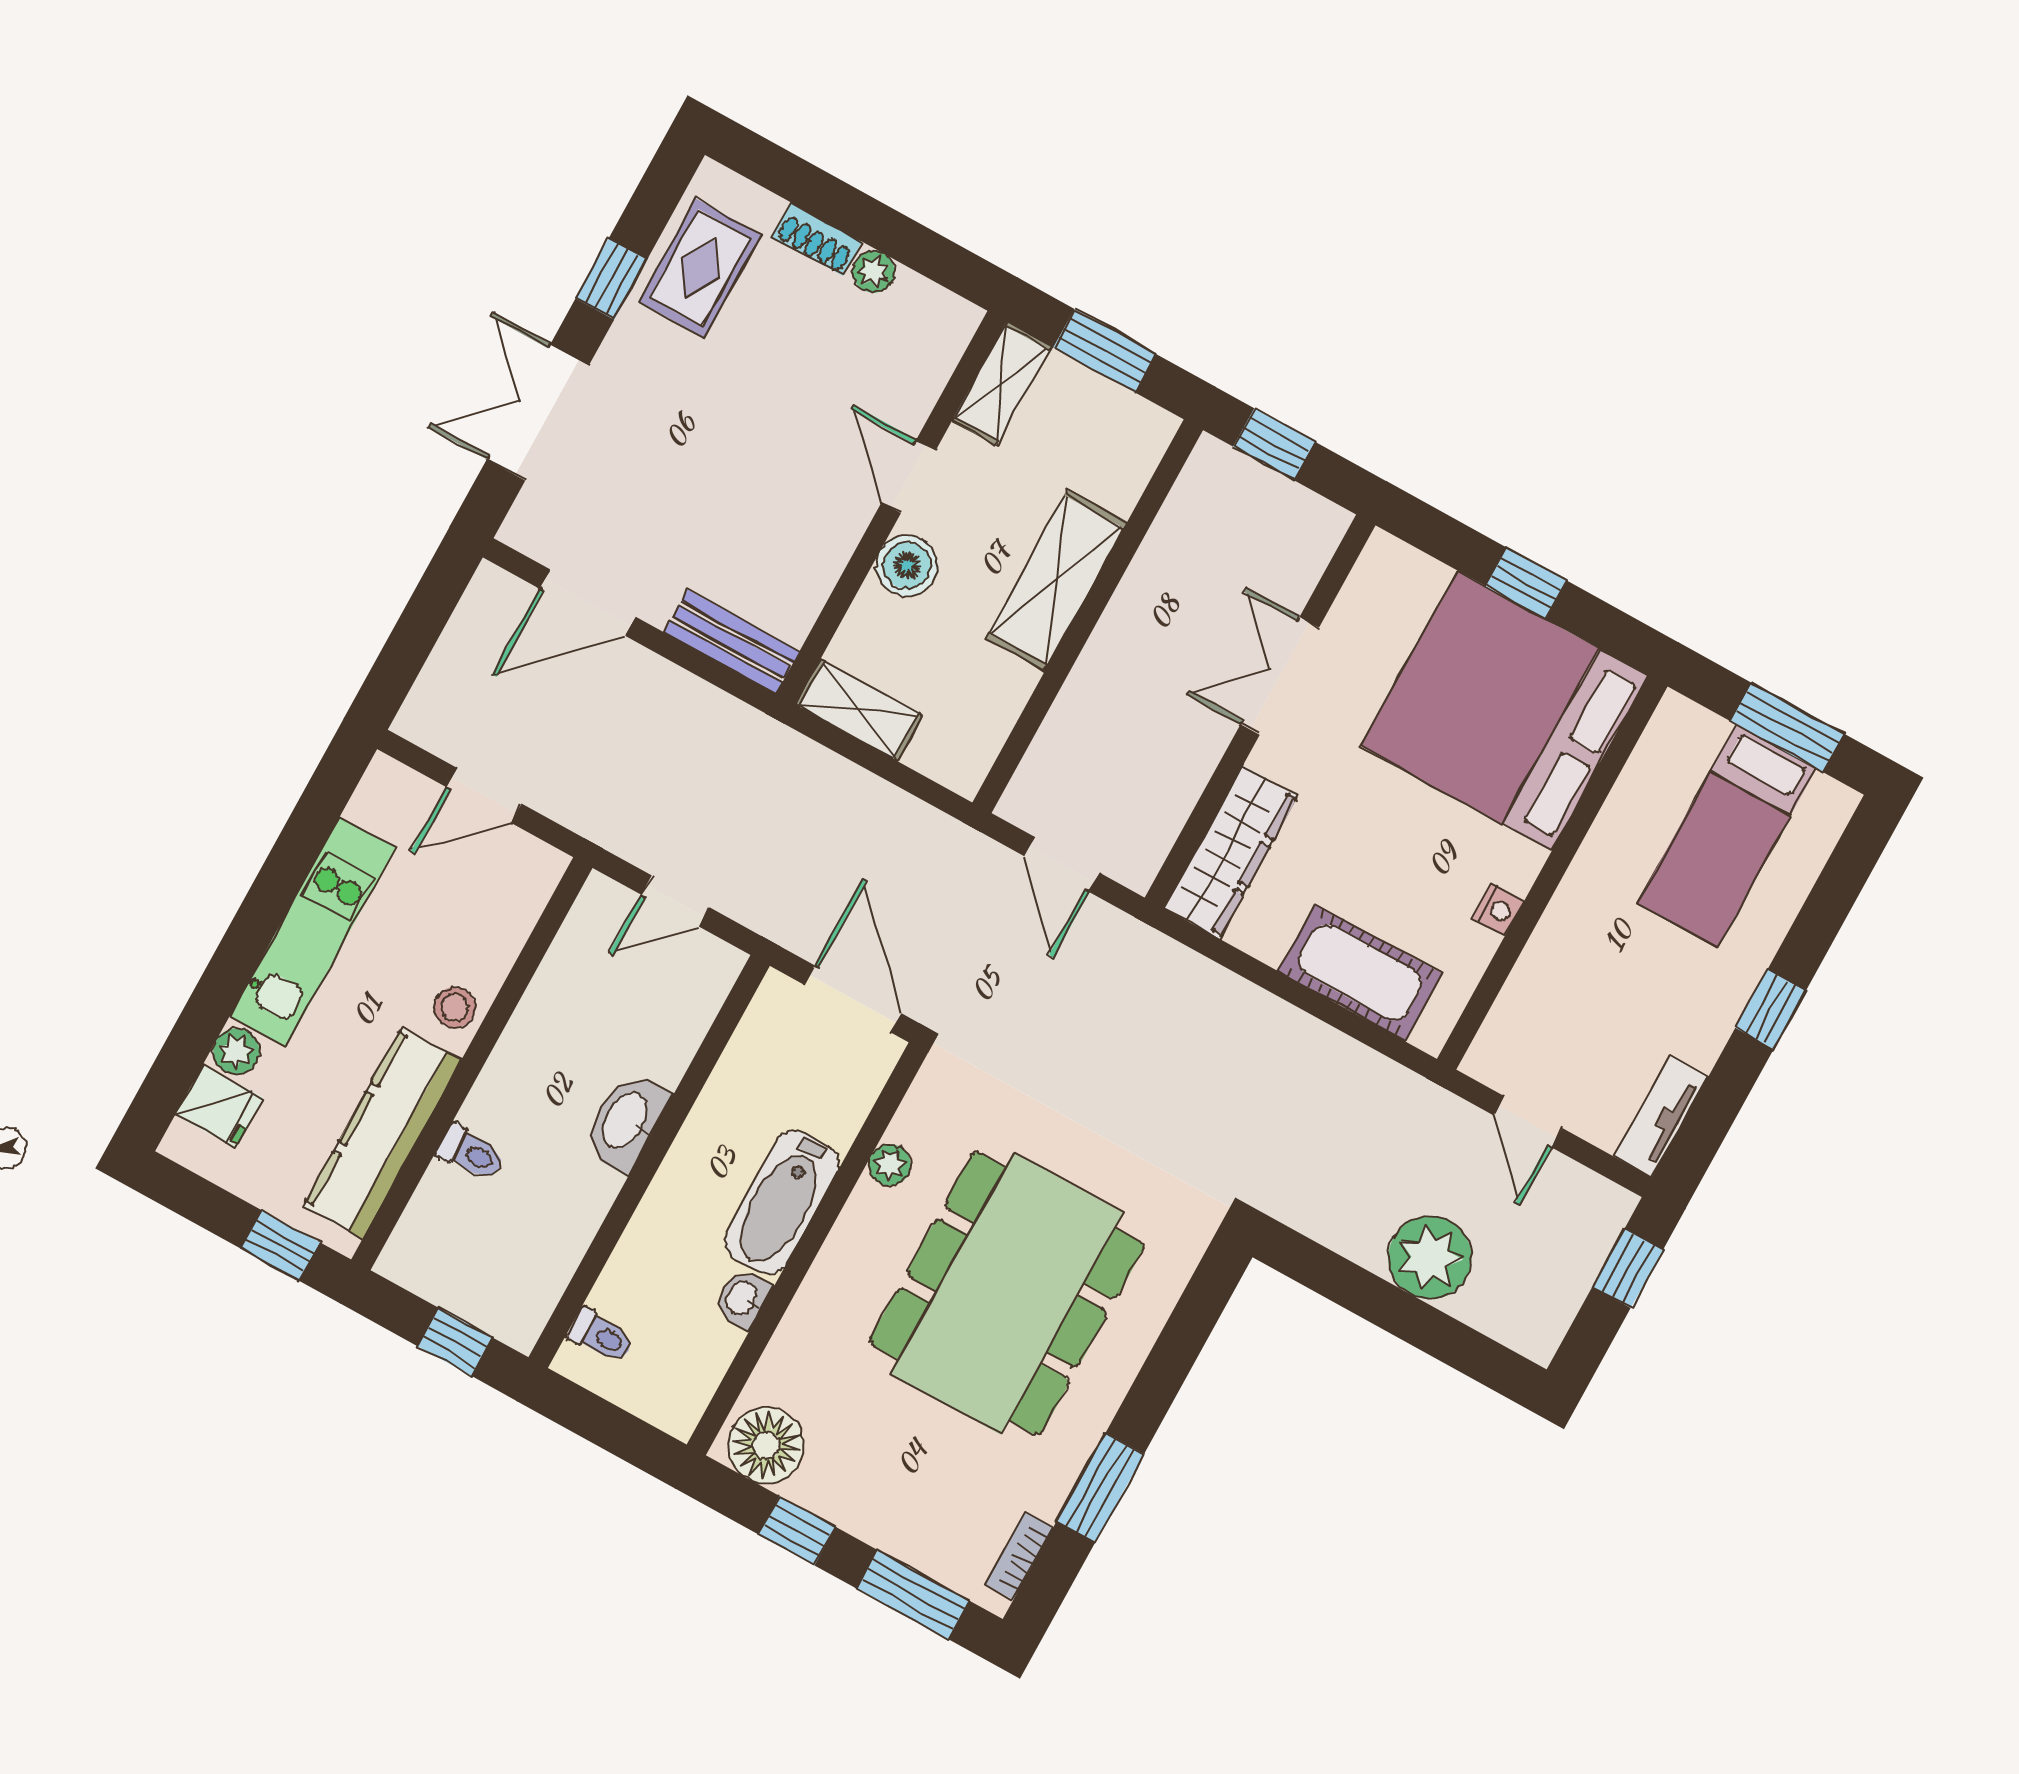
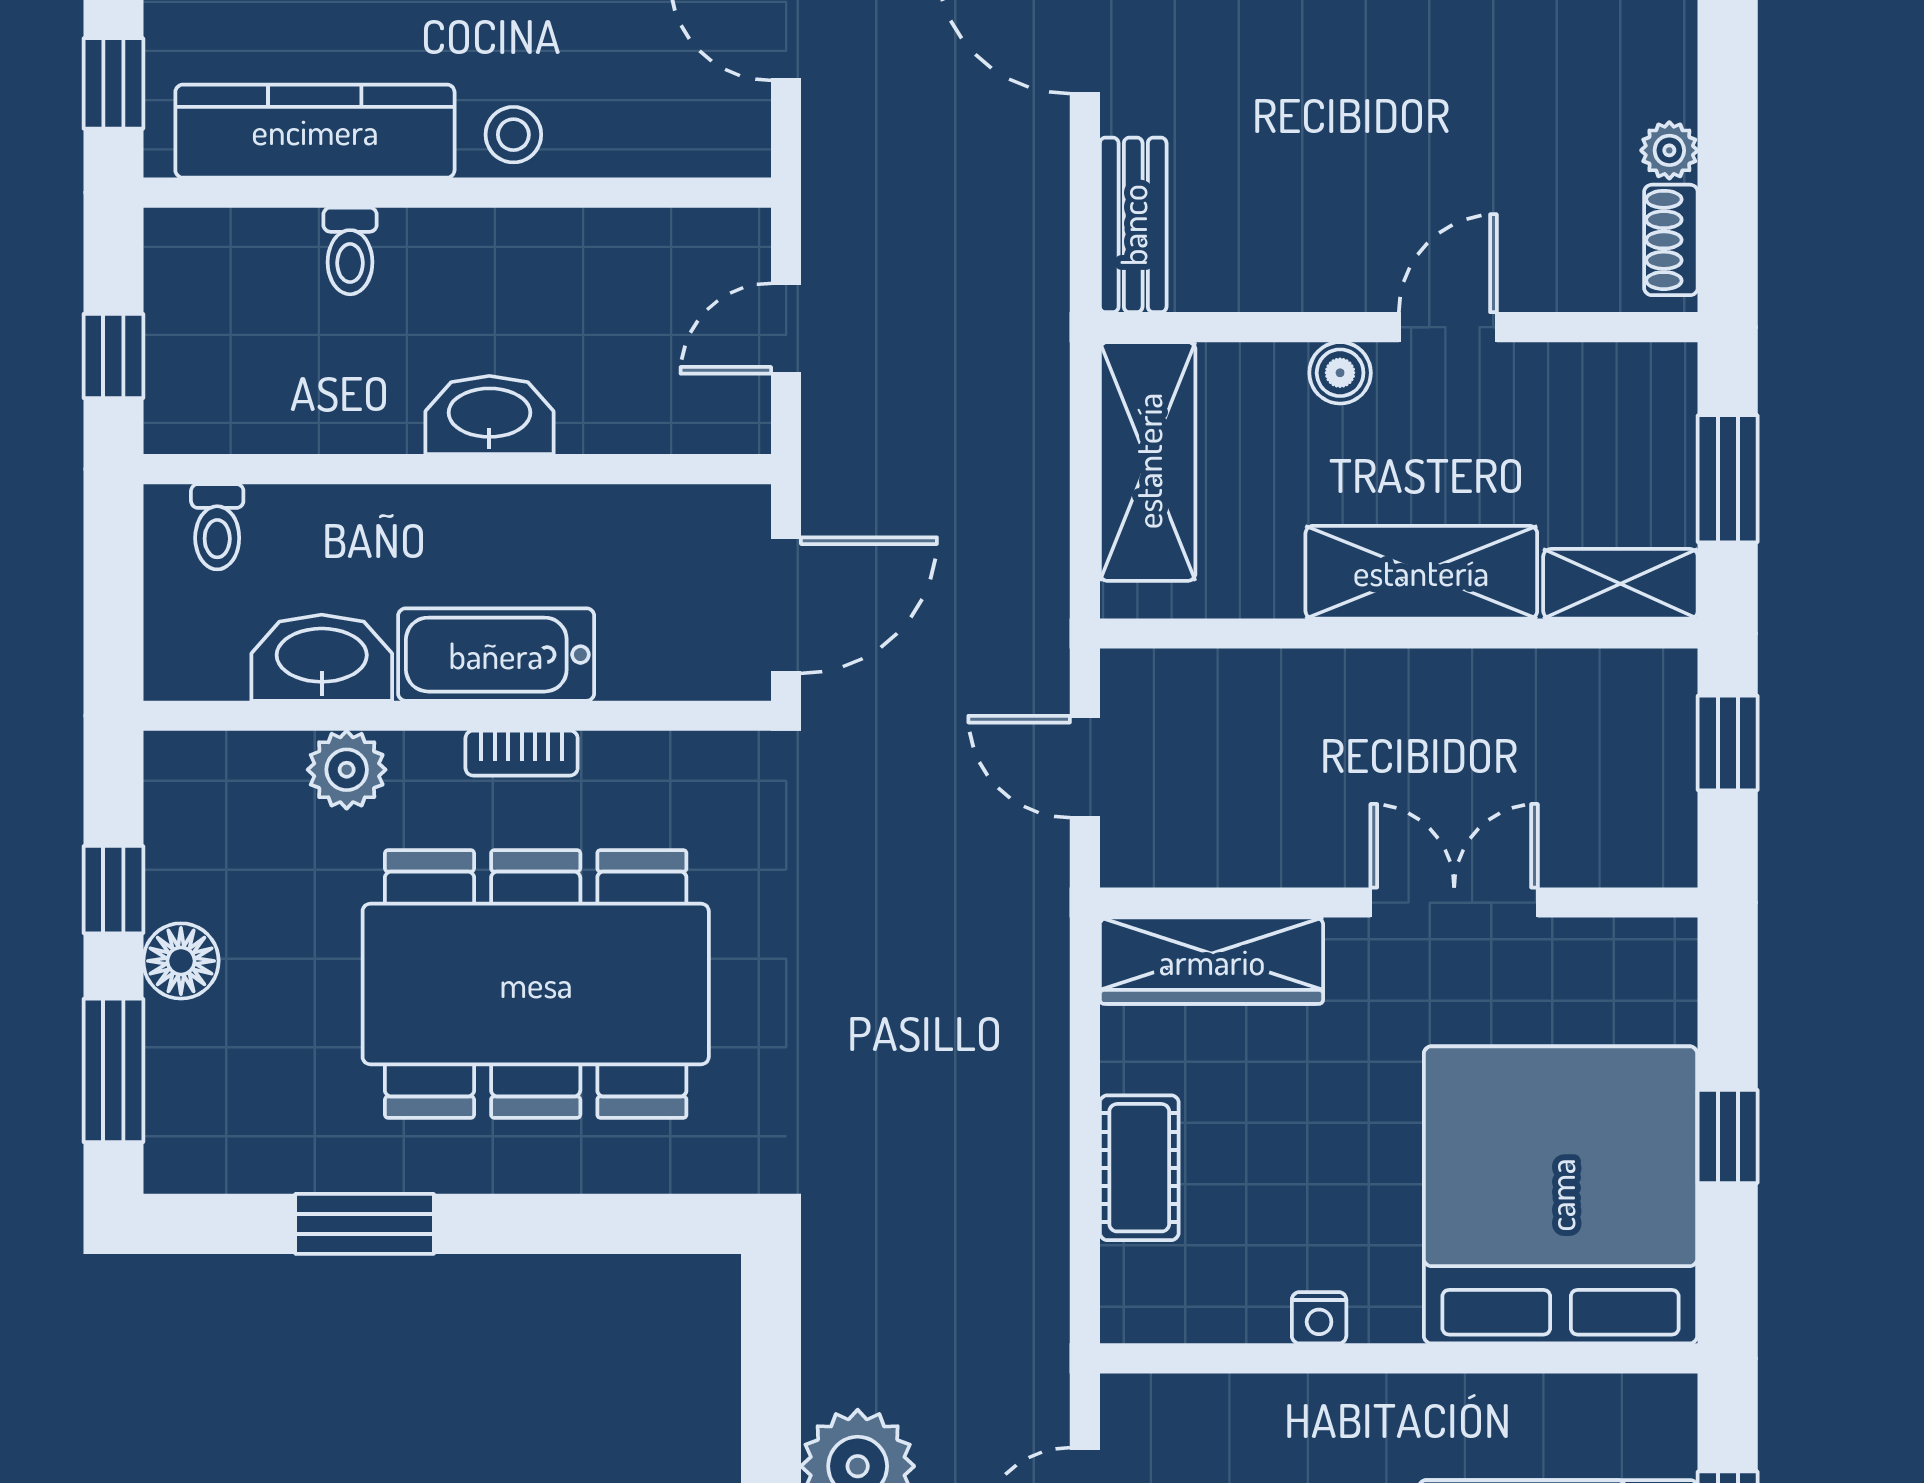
shoe rack: (817, 239) -> (1671, 240), moved
shelving: (1002, 383) -> (1620, 584), moved
boiler: (907, 566) -> (1340, 373), width x0.73, depth x0.73
shelving: (859, 710) -> (1148, 461), width x1.50, depth x1.33
door: (1062, 865) -> (1085, 767), hinge flipped
door: (675, 901) -> (786, 328), hinge flipped
cot: (1360, 972) -> (1139, 1168), width x0.73, depth x0.75
plant: (890, 1165) -> (347, 770), moved, width x1.38, depth x1.38
washbasin: (743, 1298) -> (322, 658), width x1.91, depth x1.45
floor lamp: (766, 1445) -> (181, 961), moved, width x0.73, depth x0.73
bookcase: (1019, 1556) -> (522, 753), moved, turned 180

